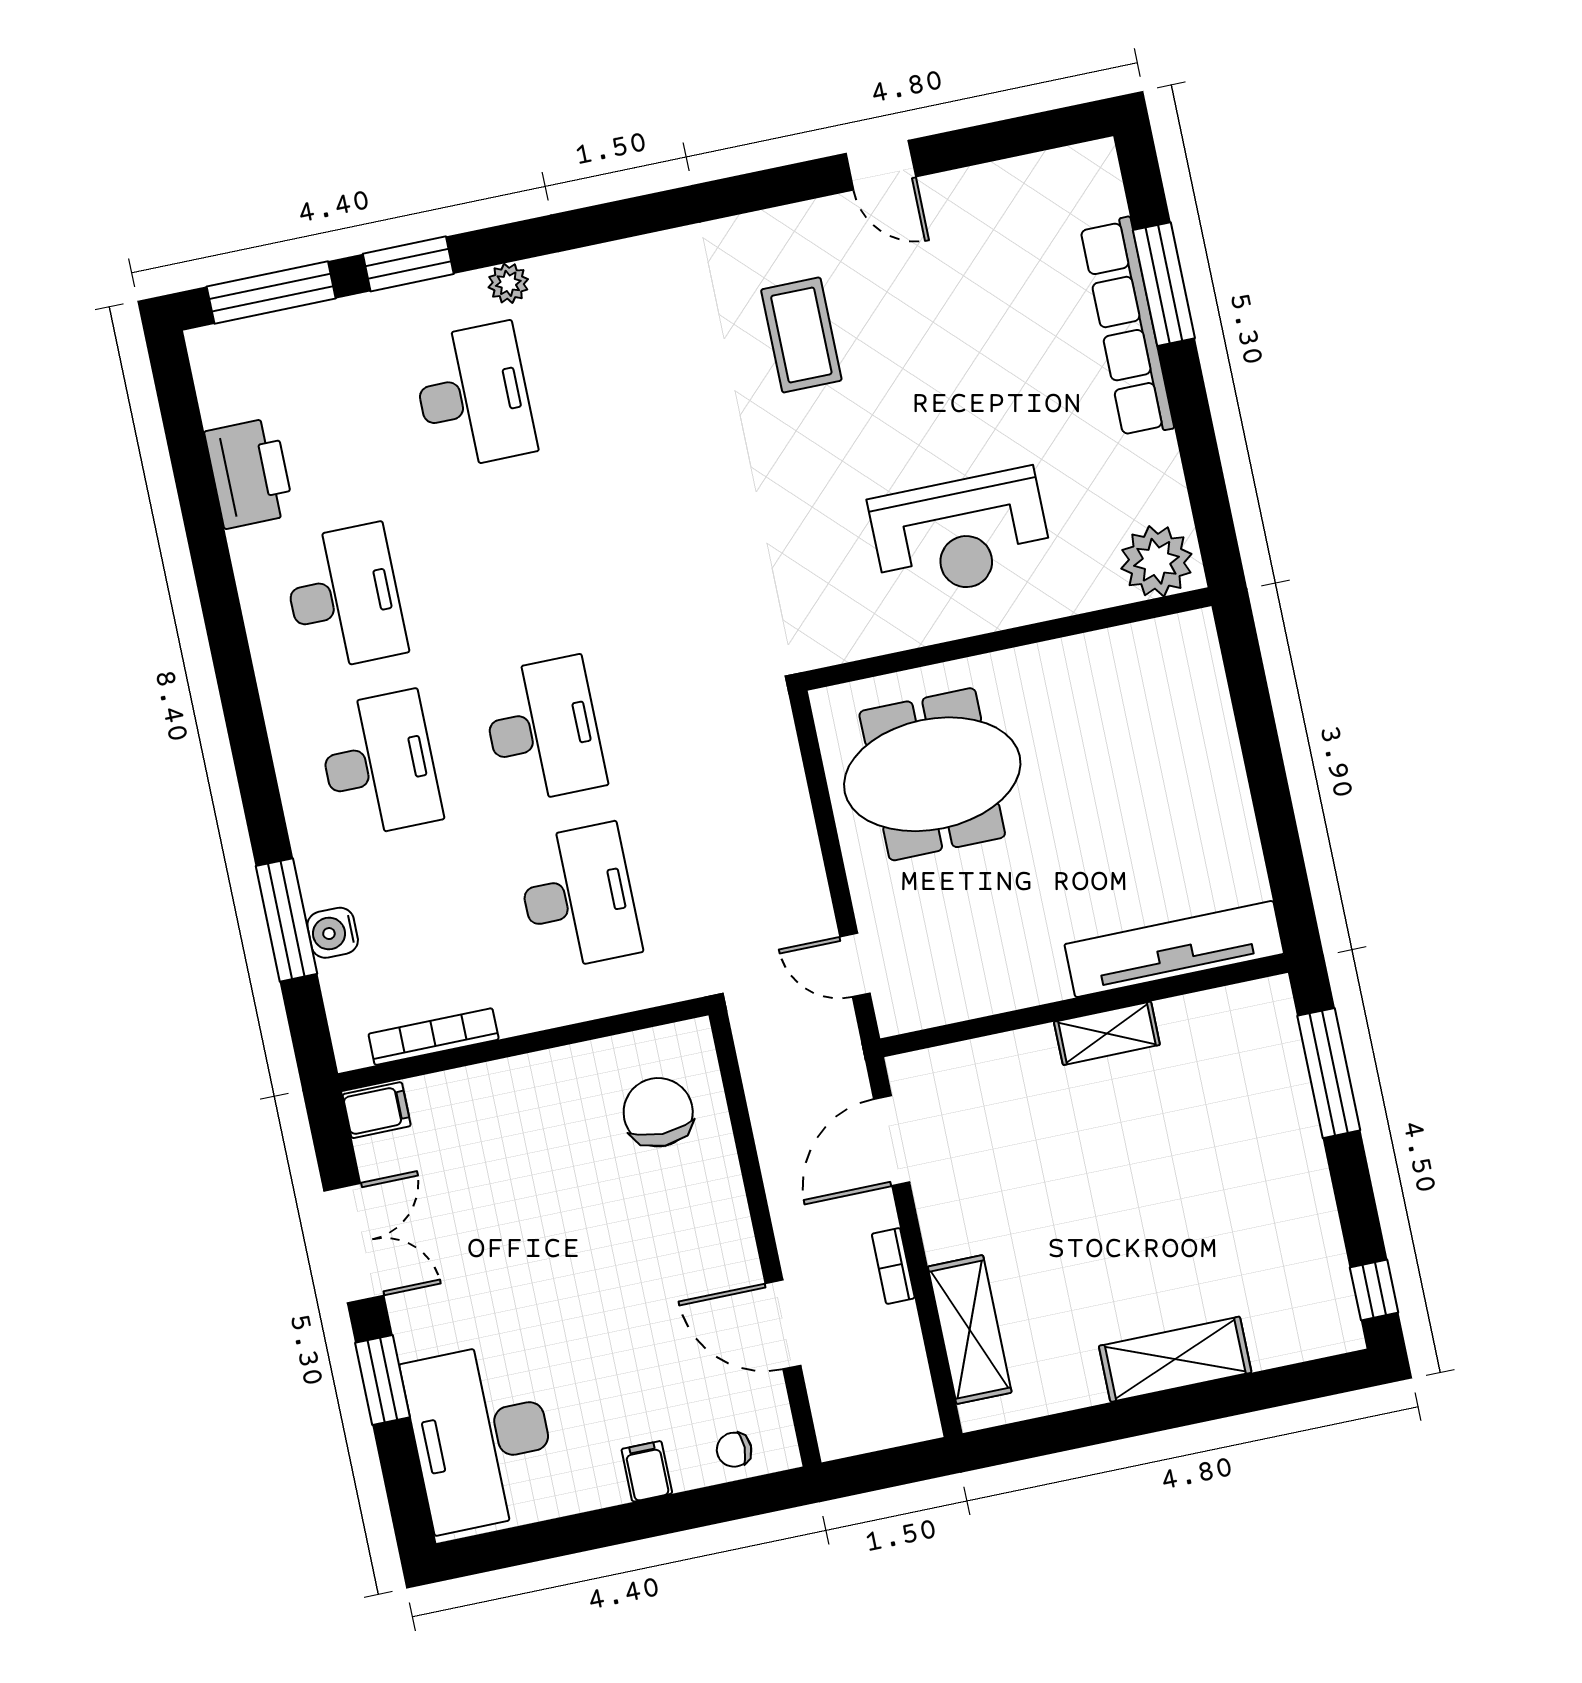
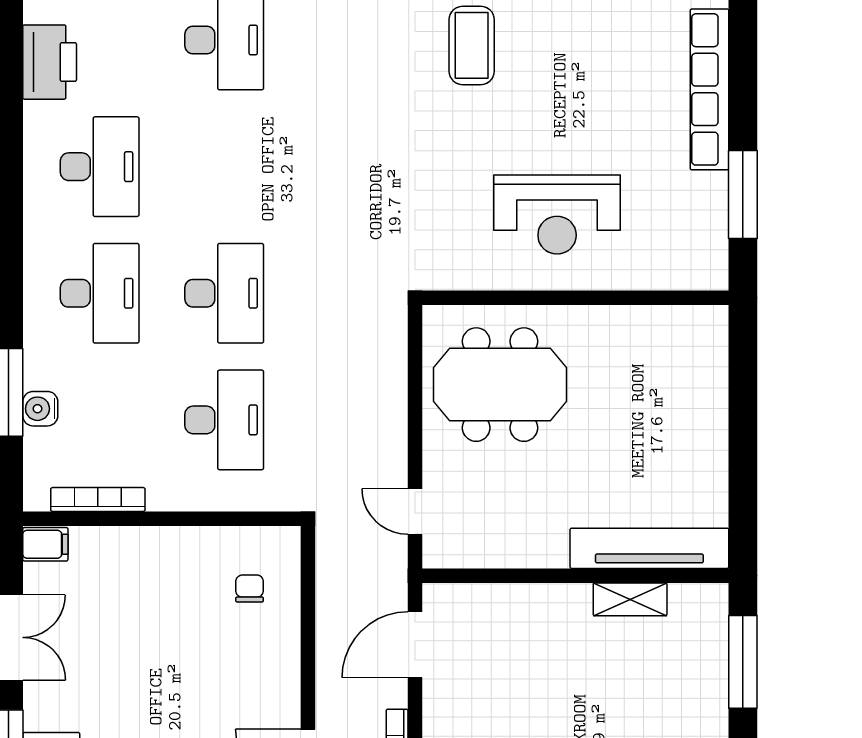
window: (1164, 284) -> (743, 195), moved
plant: (1156, 561) -> (695, 264), removed
shelving: (1107, 1033) -> (630, 599), moved
chair: (658, 1112) -> (250, 589), width x0.54, depth x0.54

